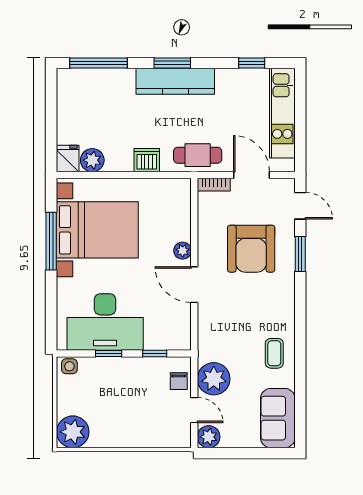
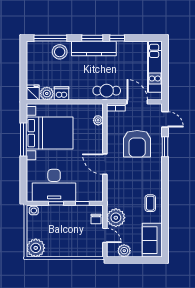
window: (252, 63) -> (117, 38), moved
stool: (115, 87) -> (60, 52), added
dishwasher: (147, 160) -> (62, 93), moved
plant: (183, 251) -> (98, 120), moved
plant: (209, 437) -> (124, 251), moved

